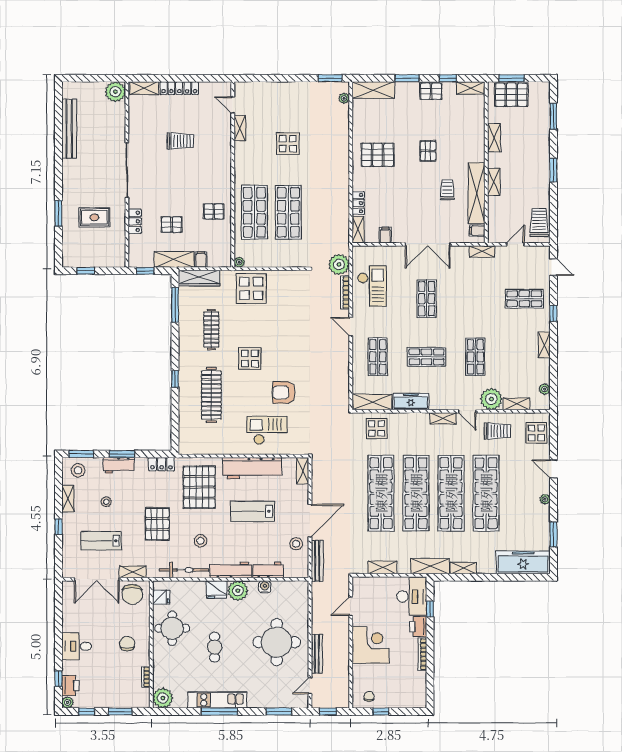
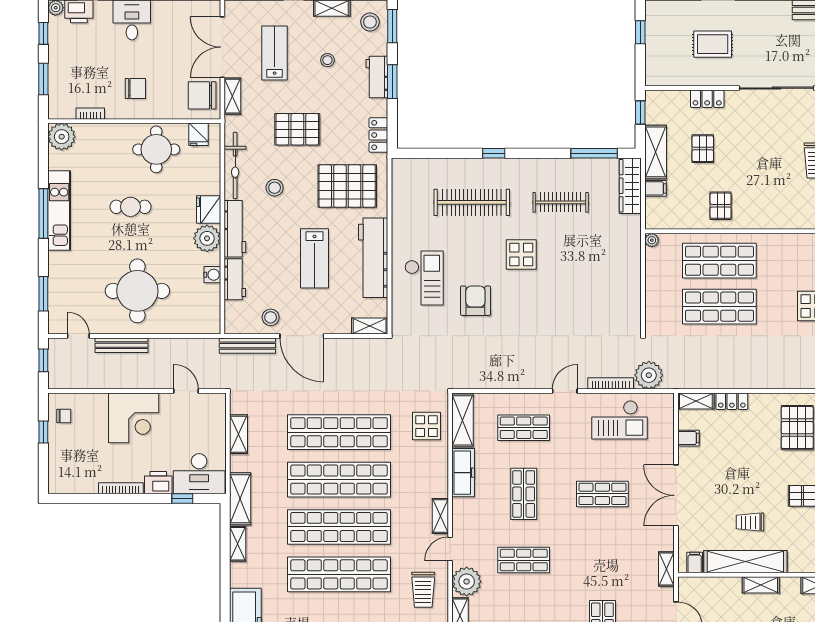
trolley: (447, 190) -> (750, 522), turned 180
rug: (94, 217) -> (713, 44), turned 90
display table: (251, 289) -> (616, 256), removed
lab bench: (253, 511) -> (315, 258), turned 180

